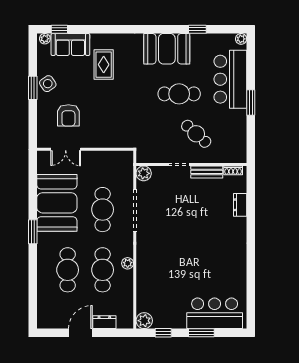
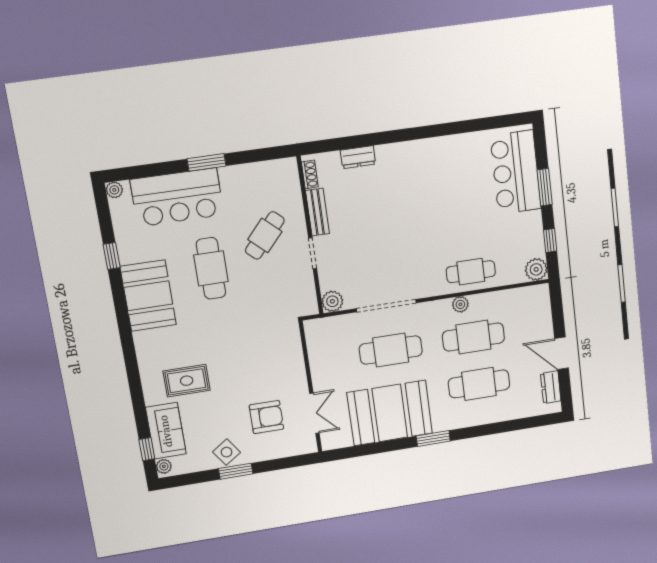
cafe table: (150, 273) -> (471, 272), added
dresser: (104, 322) -> (551, 387), moved

